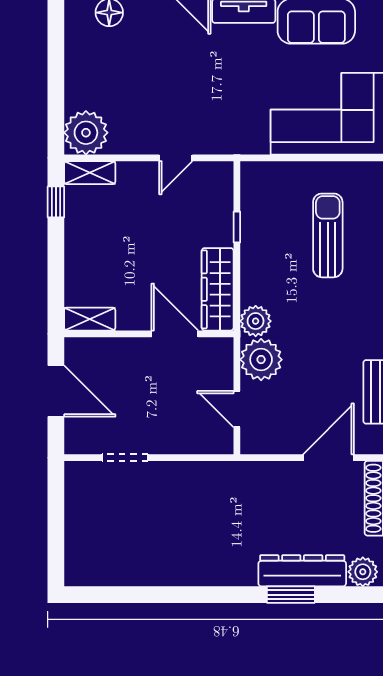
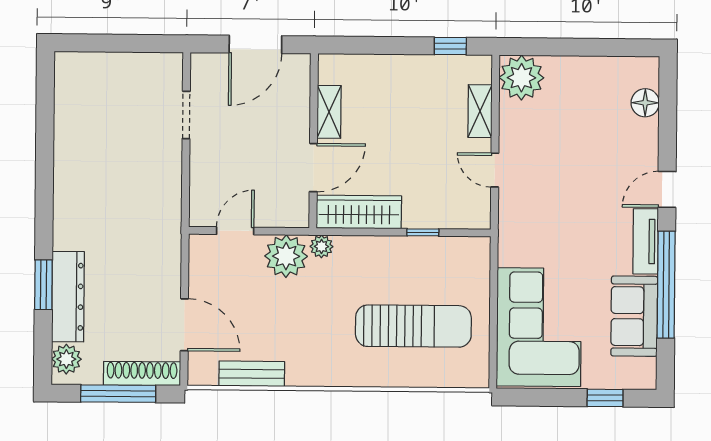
shelving: (90, 173) -> (480, 111), moved
sun lounger: (328, 235) -> (413, 326), width x1.36, depth x1.34
shelving: (90, 319) -> (329, 112), moved
plant: (256, 321) -> (321, 246), width x0.73, depth x0.73

